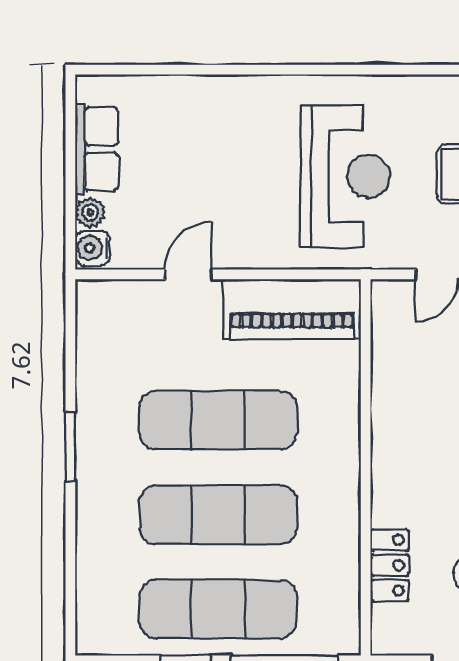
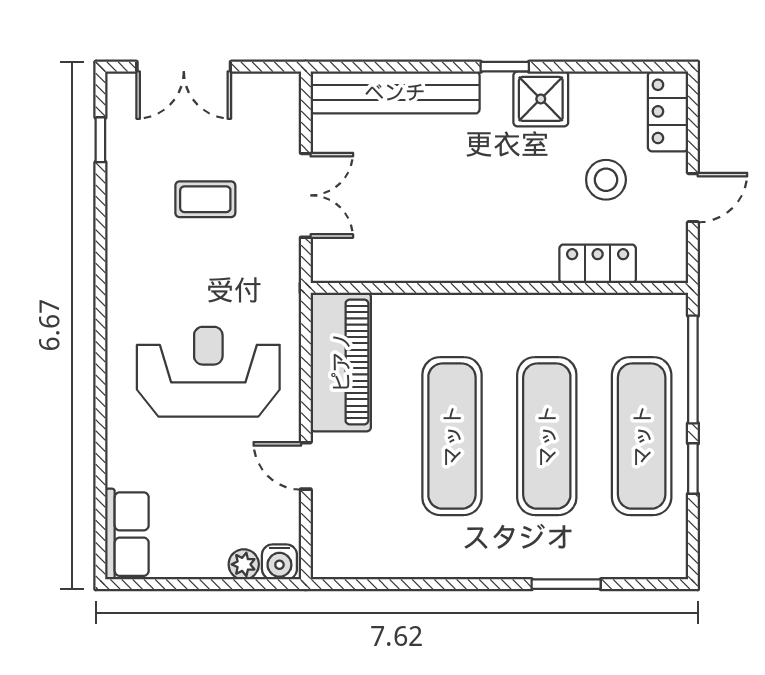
row of seats: (97, 149) -> (127, 534), moved, turned 90
reception desk: (345, 176) -> (208, 372), moved
window: (70, 447) -> (566, 584), moved

